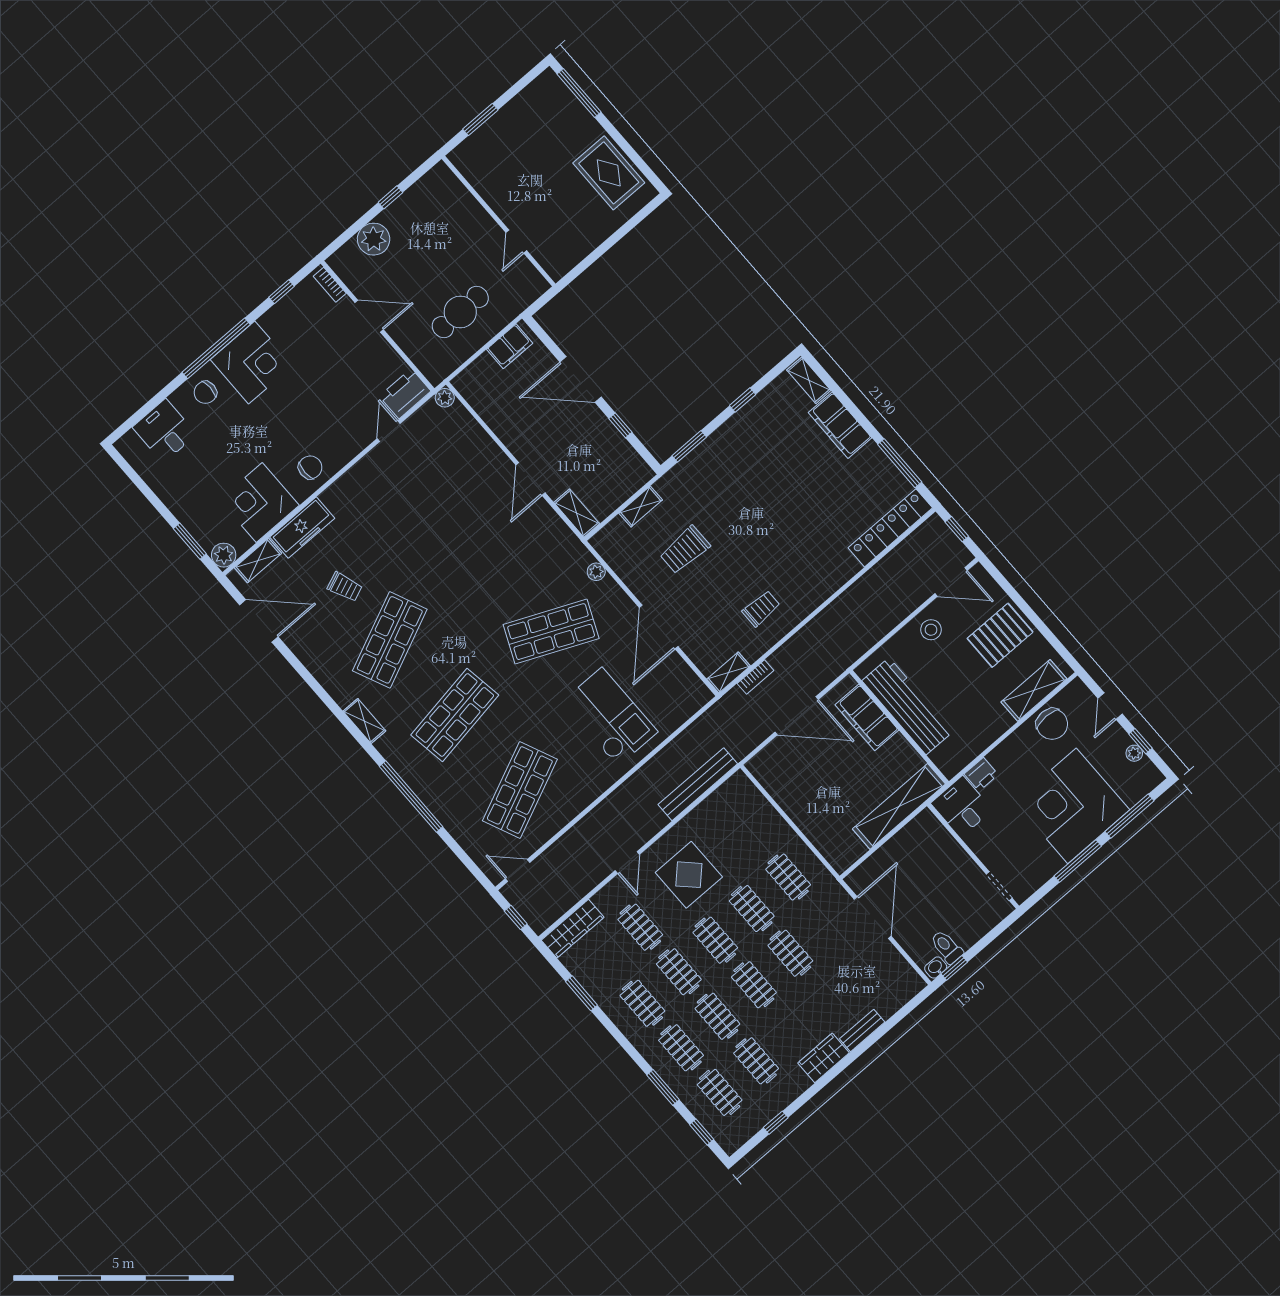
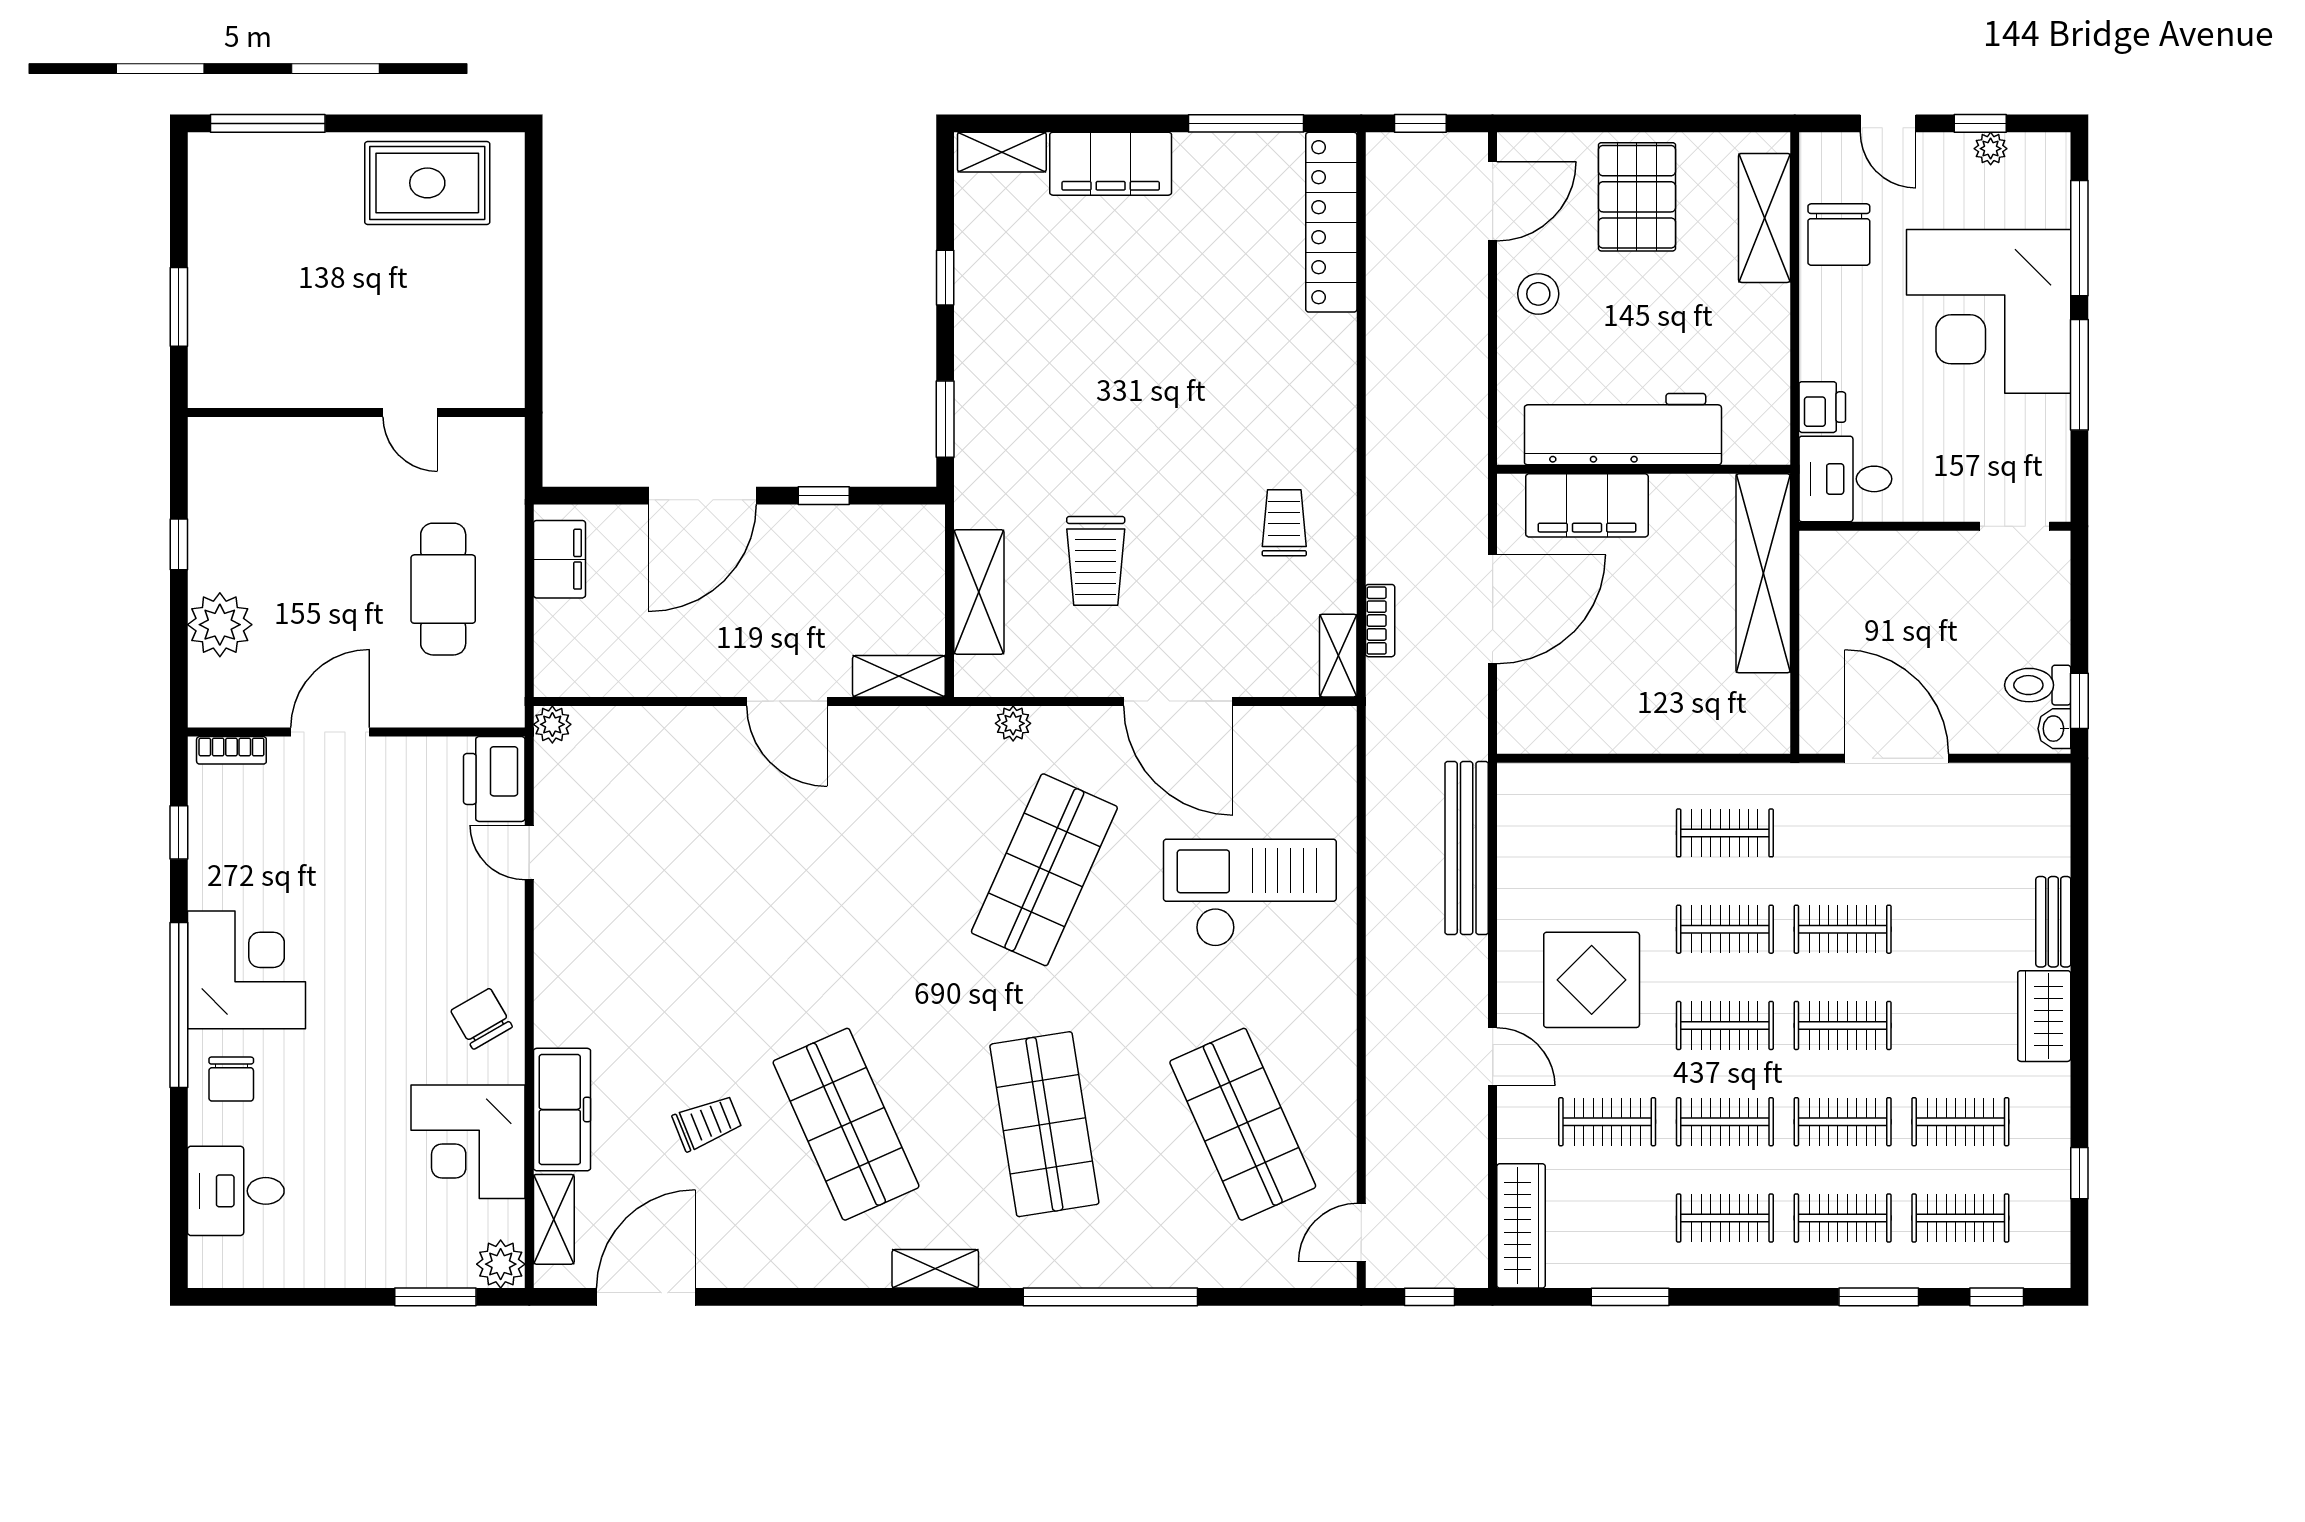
chair: (310, 467) -> (482, 1019), turned -30
shelving: (641, 507) -> (979, 592), width x1.50, depth x1.33
chair: (1052, 724) -> (1839, 235), turned 90

